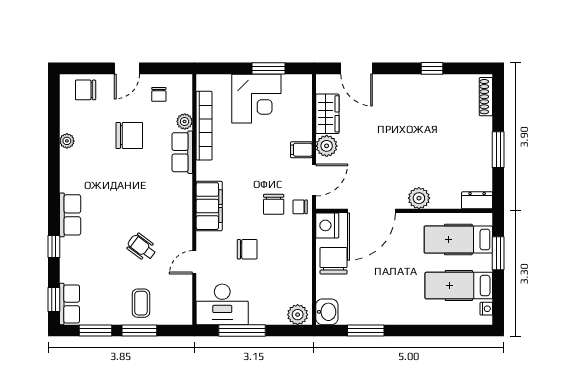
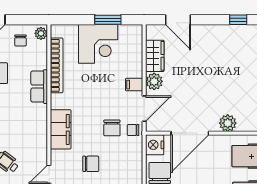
plant: (185, 121) -> (41, 33), moved

